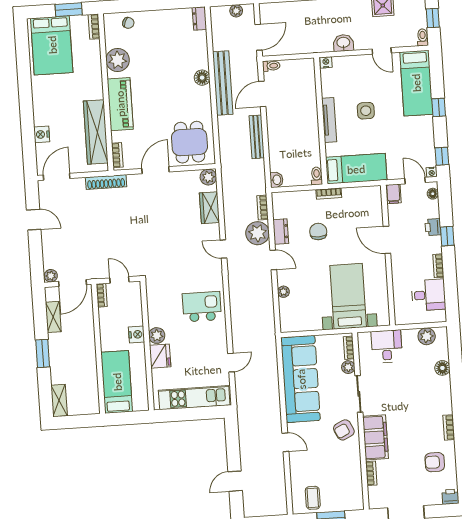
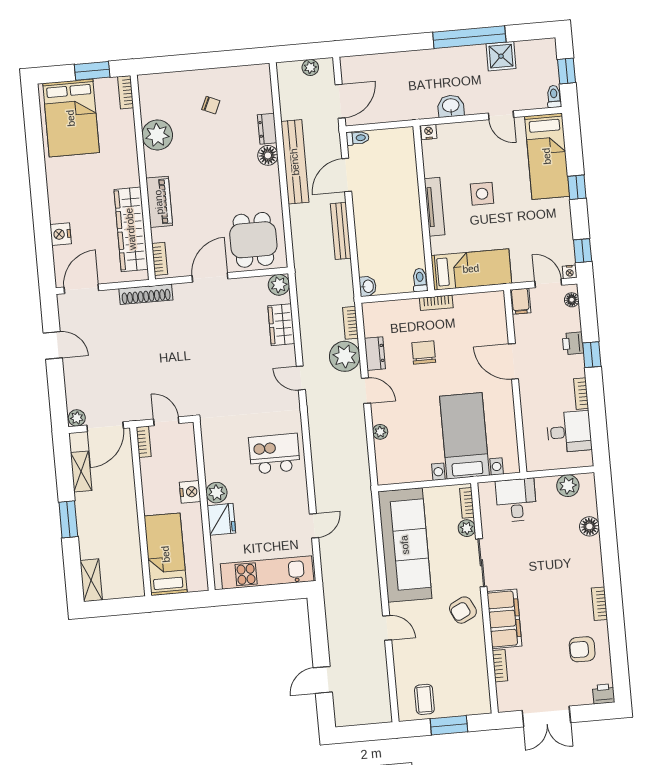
dresser: (199, 19) -> (267, 129), moved
chair: (128, 23) -> (211, 105), moved
piano: (120, 104) -> (159, 202), width x0.73, depth x0.75

